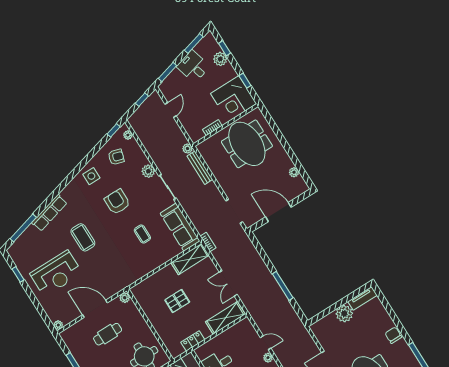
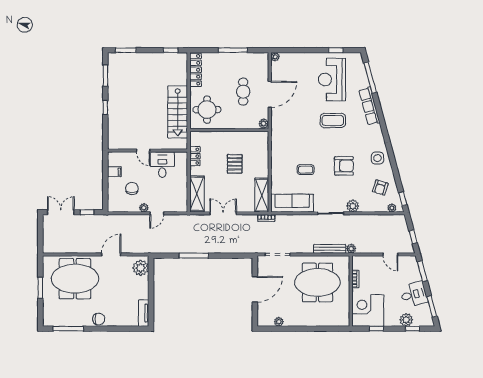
meeting table: (247, 144) -> (317, 282), moved
reception desk: (56, 273) -> (332, 79), moved
plant: (344, 314) -> (141, 268), moved

